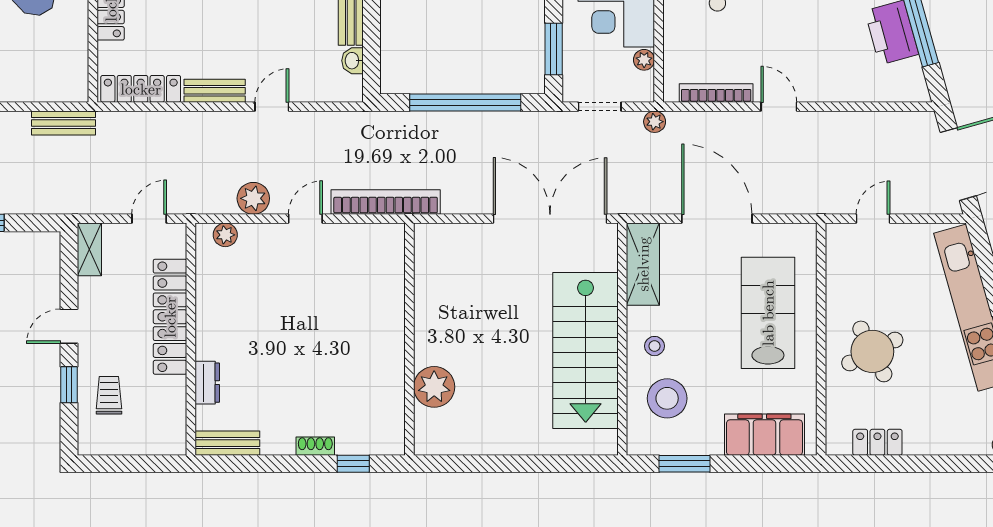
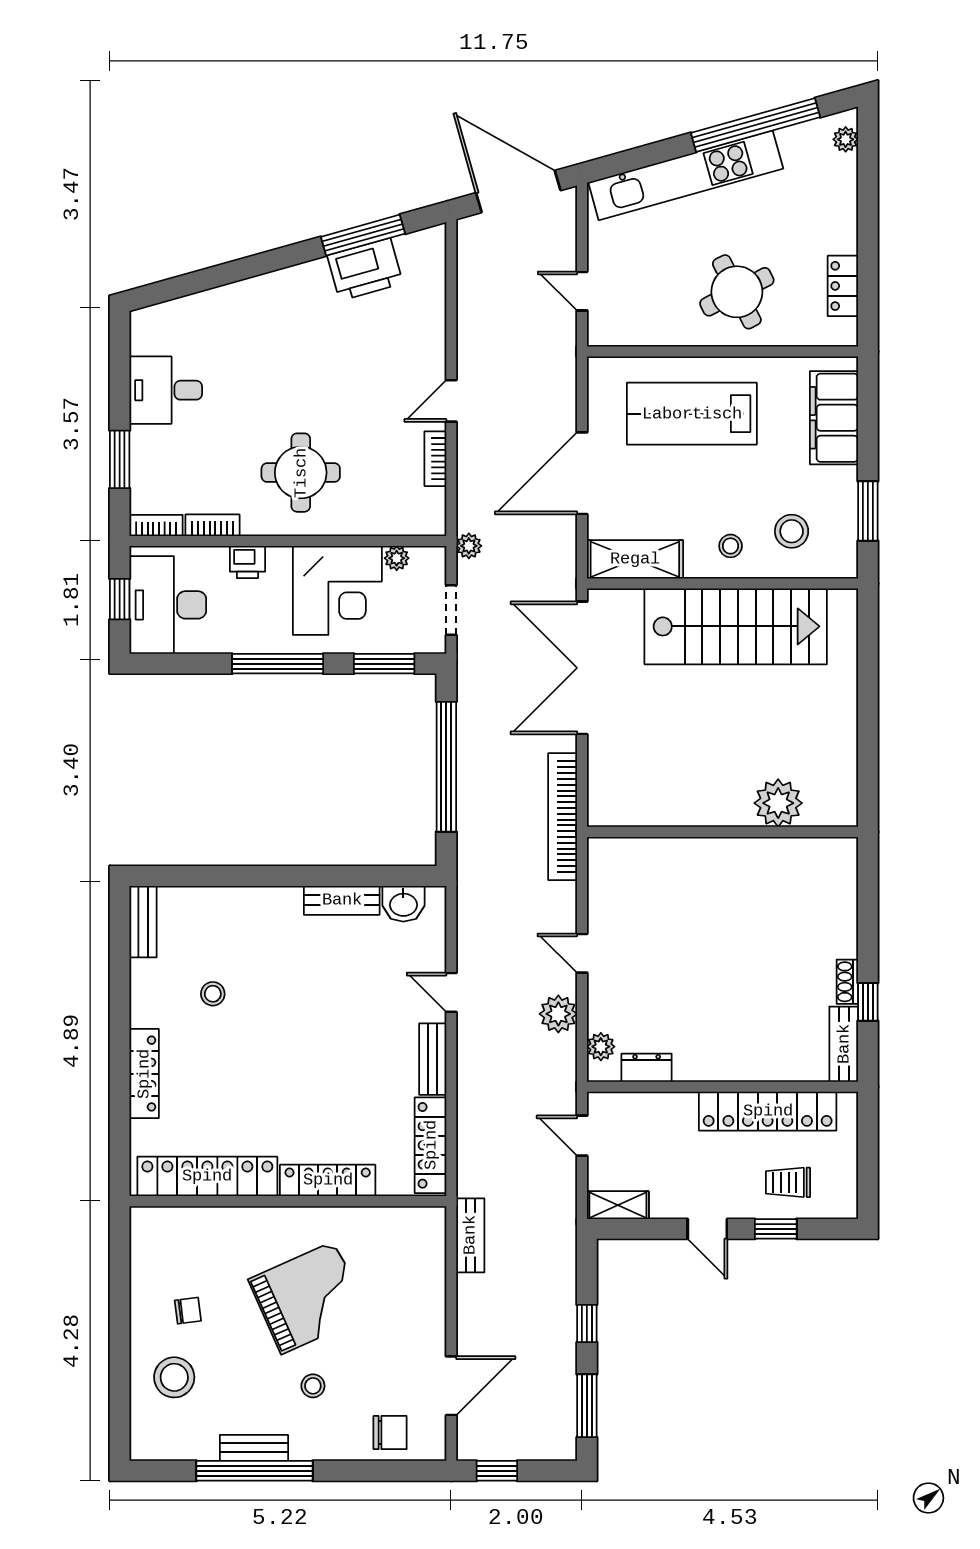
washbasin: (353, 61) -> (403, 904), width x1.38, depth x1.45
bookcase: (716, 93) -> (435, 459), width x0.64
bookcase: (386, 202) -> (563, 817), moved
locker: (170, 317) -> (768, 1111), moved
dresser: (207, 383) -> (647, 1068), moved
stool: (667, 398) -> (792, 531), width x0.73, depth x0.73
shoe rack: (315, 446) -> (847, 982), moved
window: (353, 464) -> (868, 1002), moved

